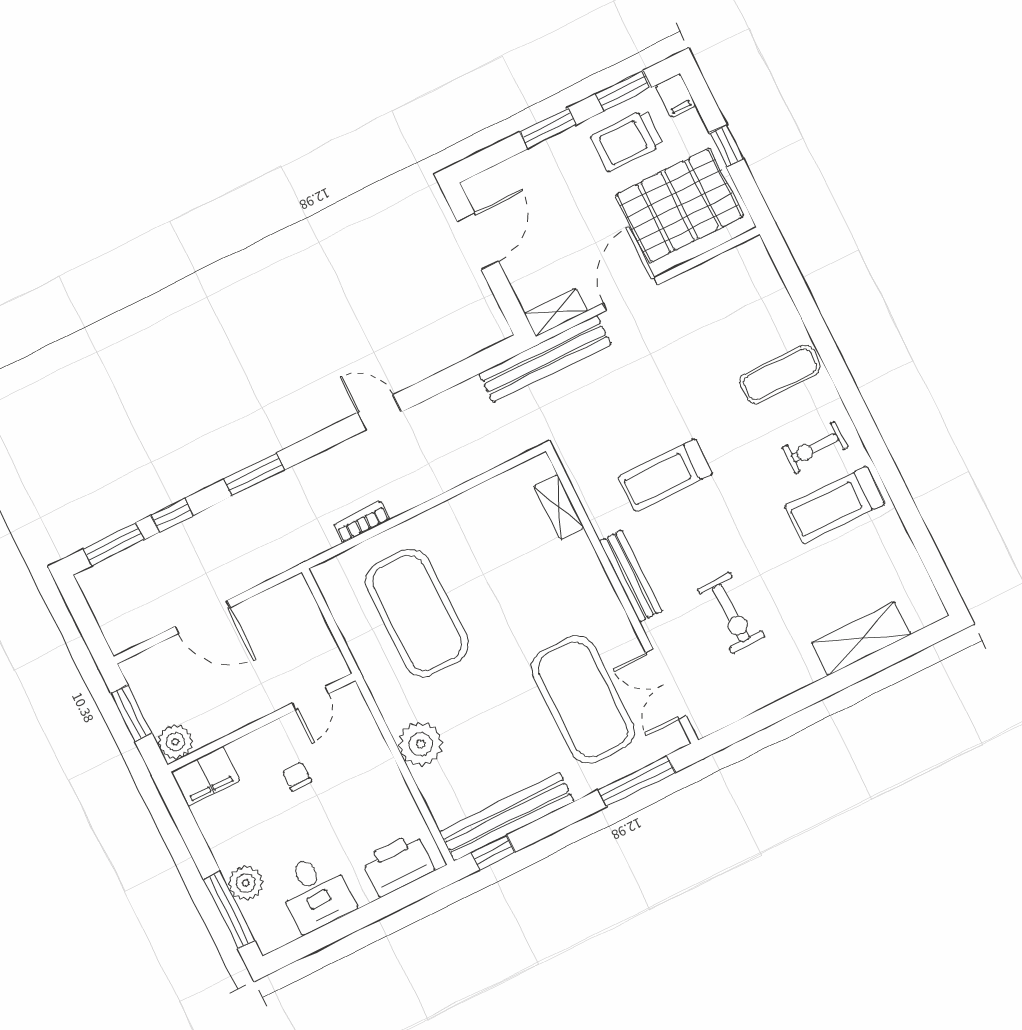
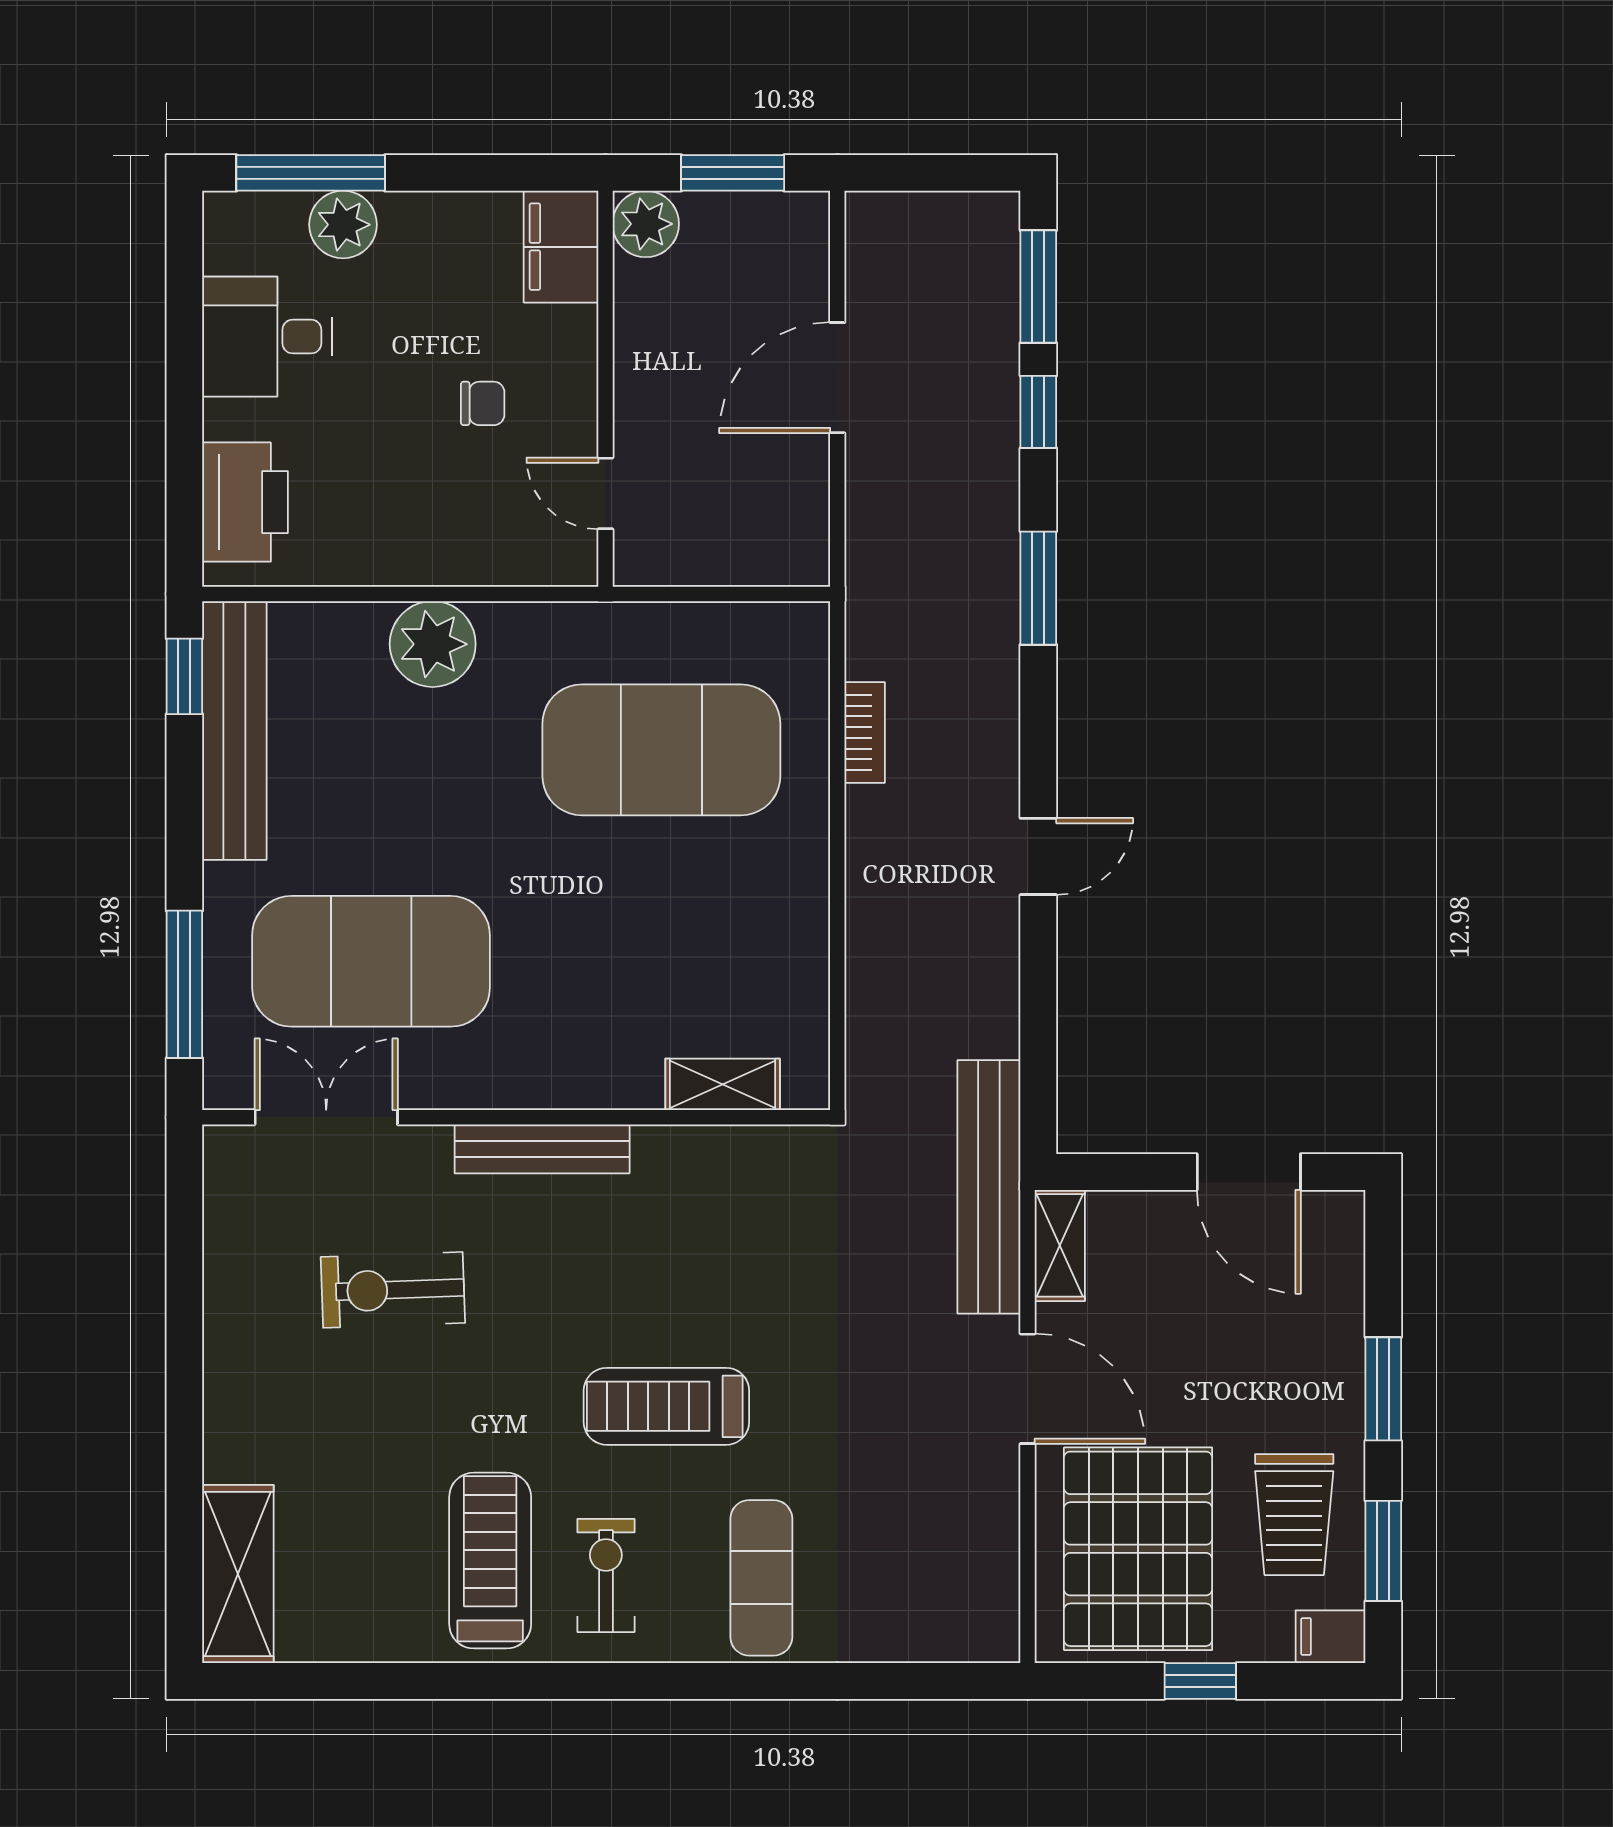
trolley: (627, 141) -> (1294, 1515), turned 180
treadmill: (665, 475) -> (666, 1406), moved, turned -90
shelving: (861, 639) -> (238, 1574), moved

